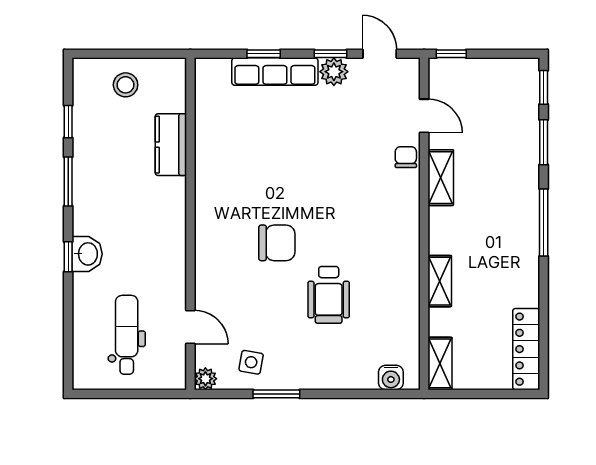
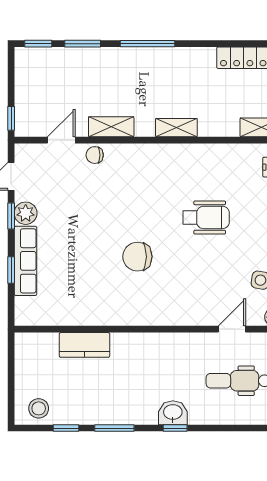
stool: (126, 85) -> (39, 408), moved
chair: (277, 243) -> (137, 257), moved, turned -90
shelving: (440, 281) -> (176, 128), moved

